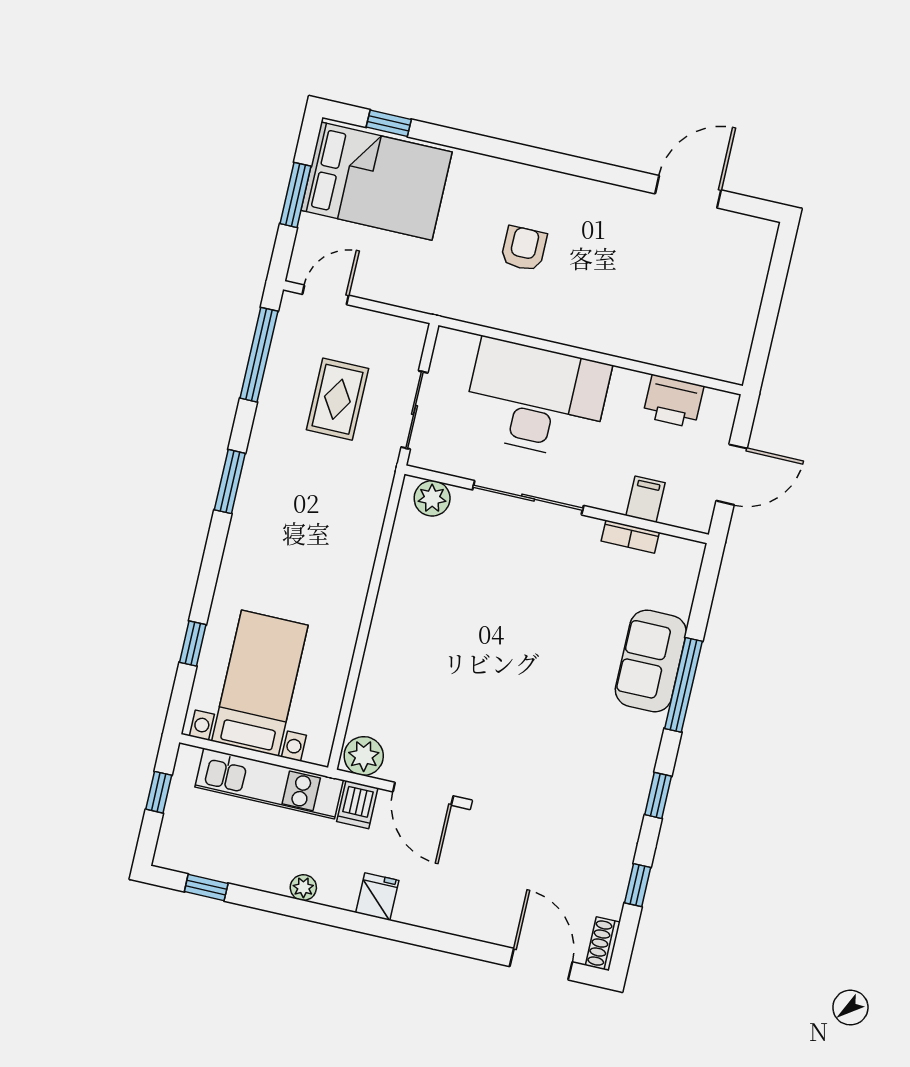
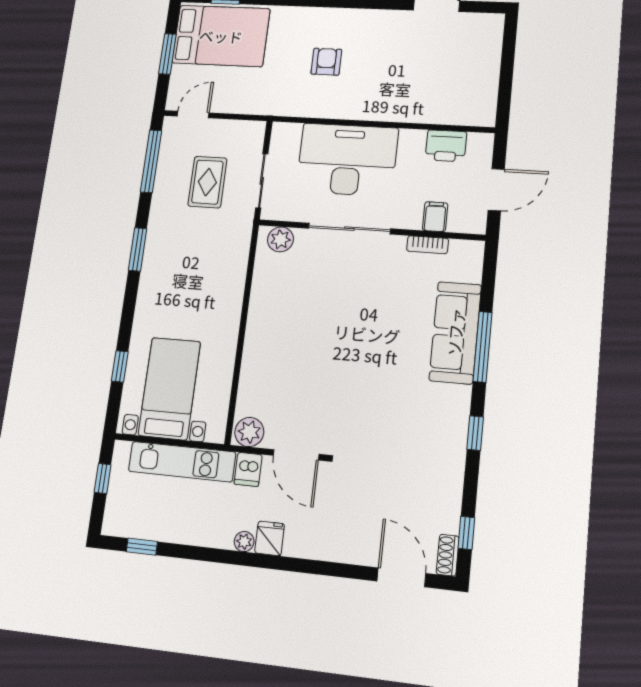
sofa: (651, 661) -> (455, 332), width x1.36
window: (638, 885) -> (466, 533), moved
plant: (303, 888) -> (244, 542), moved

